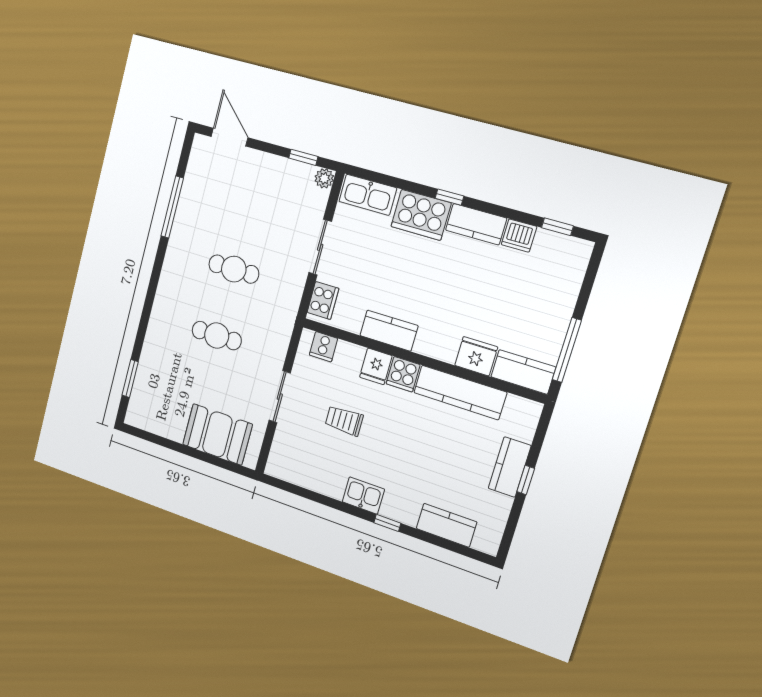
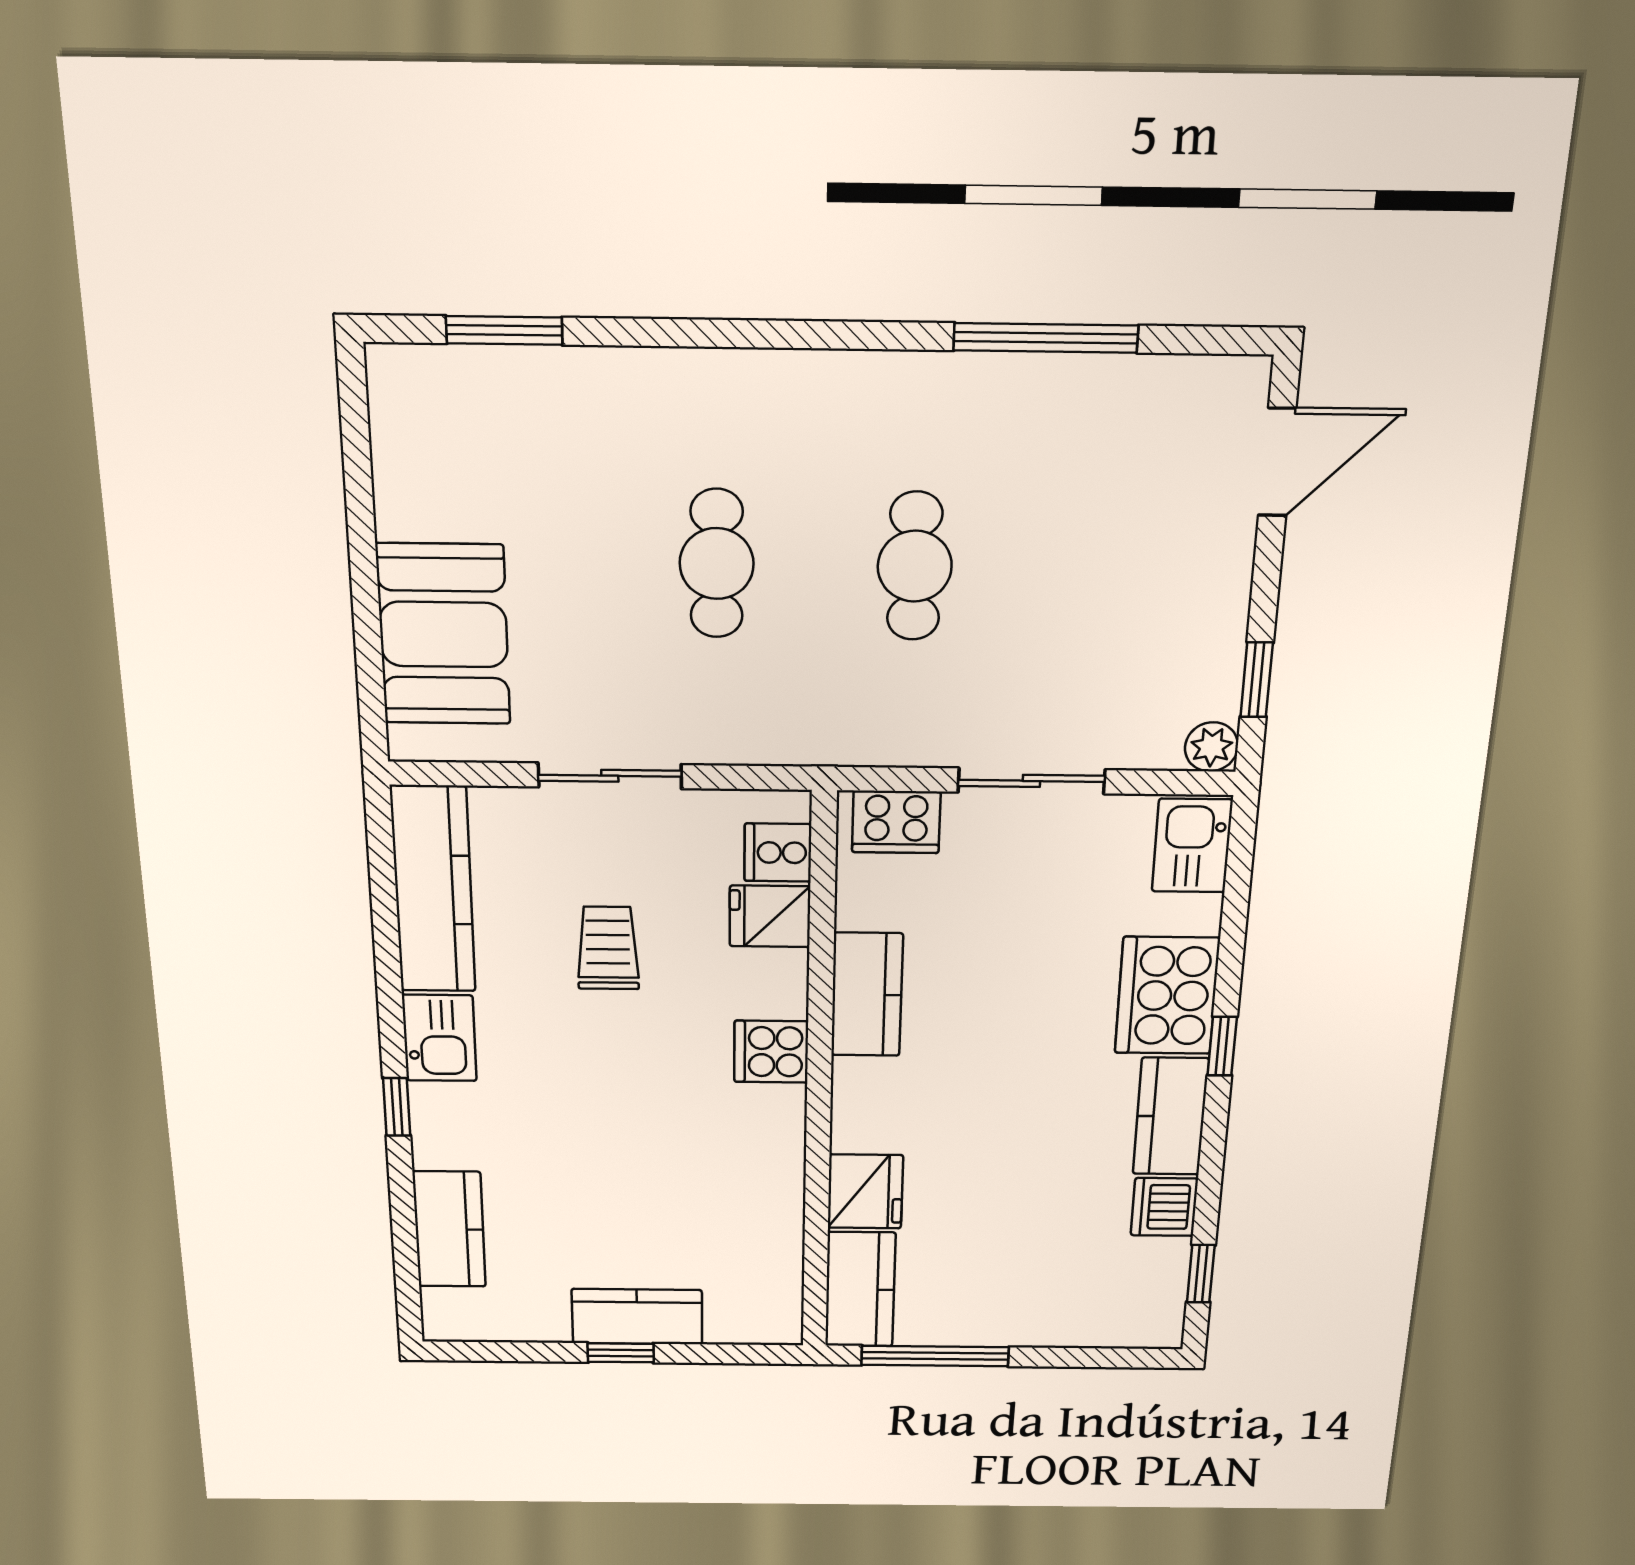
kitchen sink: (368, 195) -> (1192, 846), width x0.73
fridge: (376, 366) -> (770, 916), moved
kitchen counter: (460, 392) -> (433, 890), moved, turned 180

